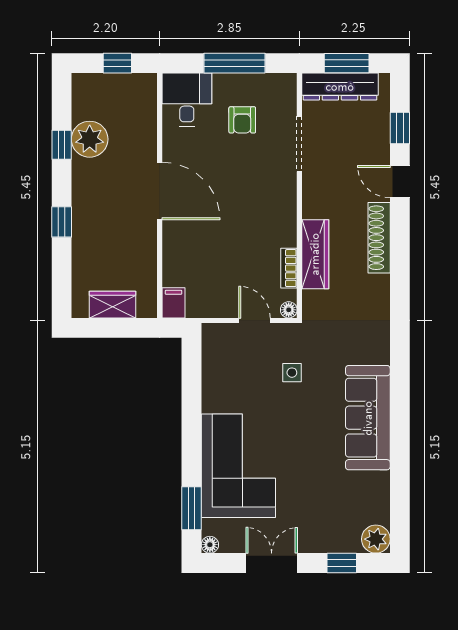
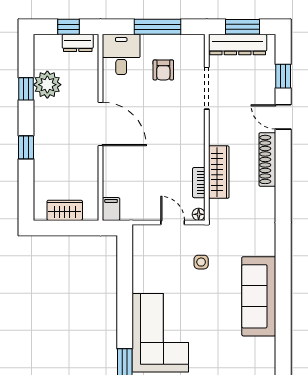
dresser: (130, 84) -> (78, 43), added

